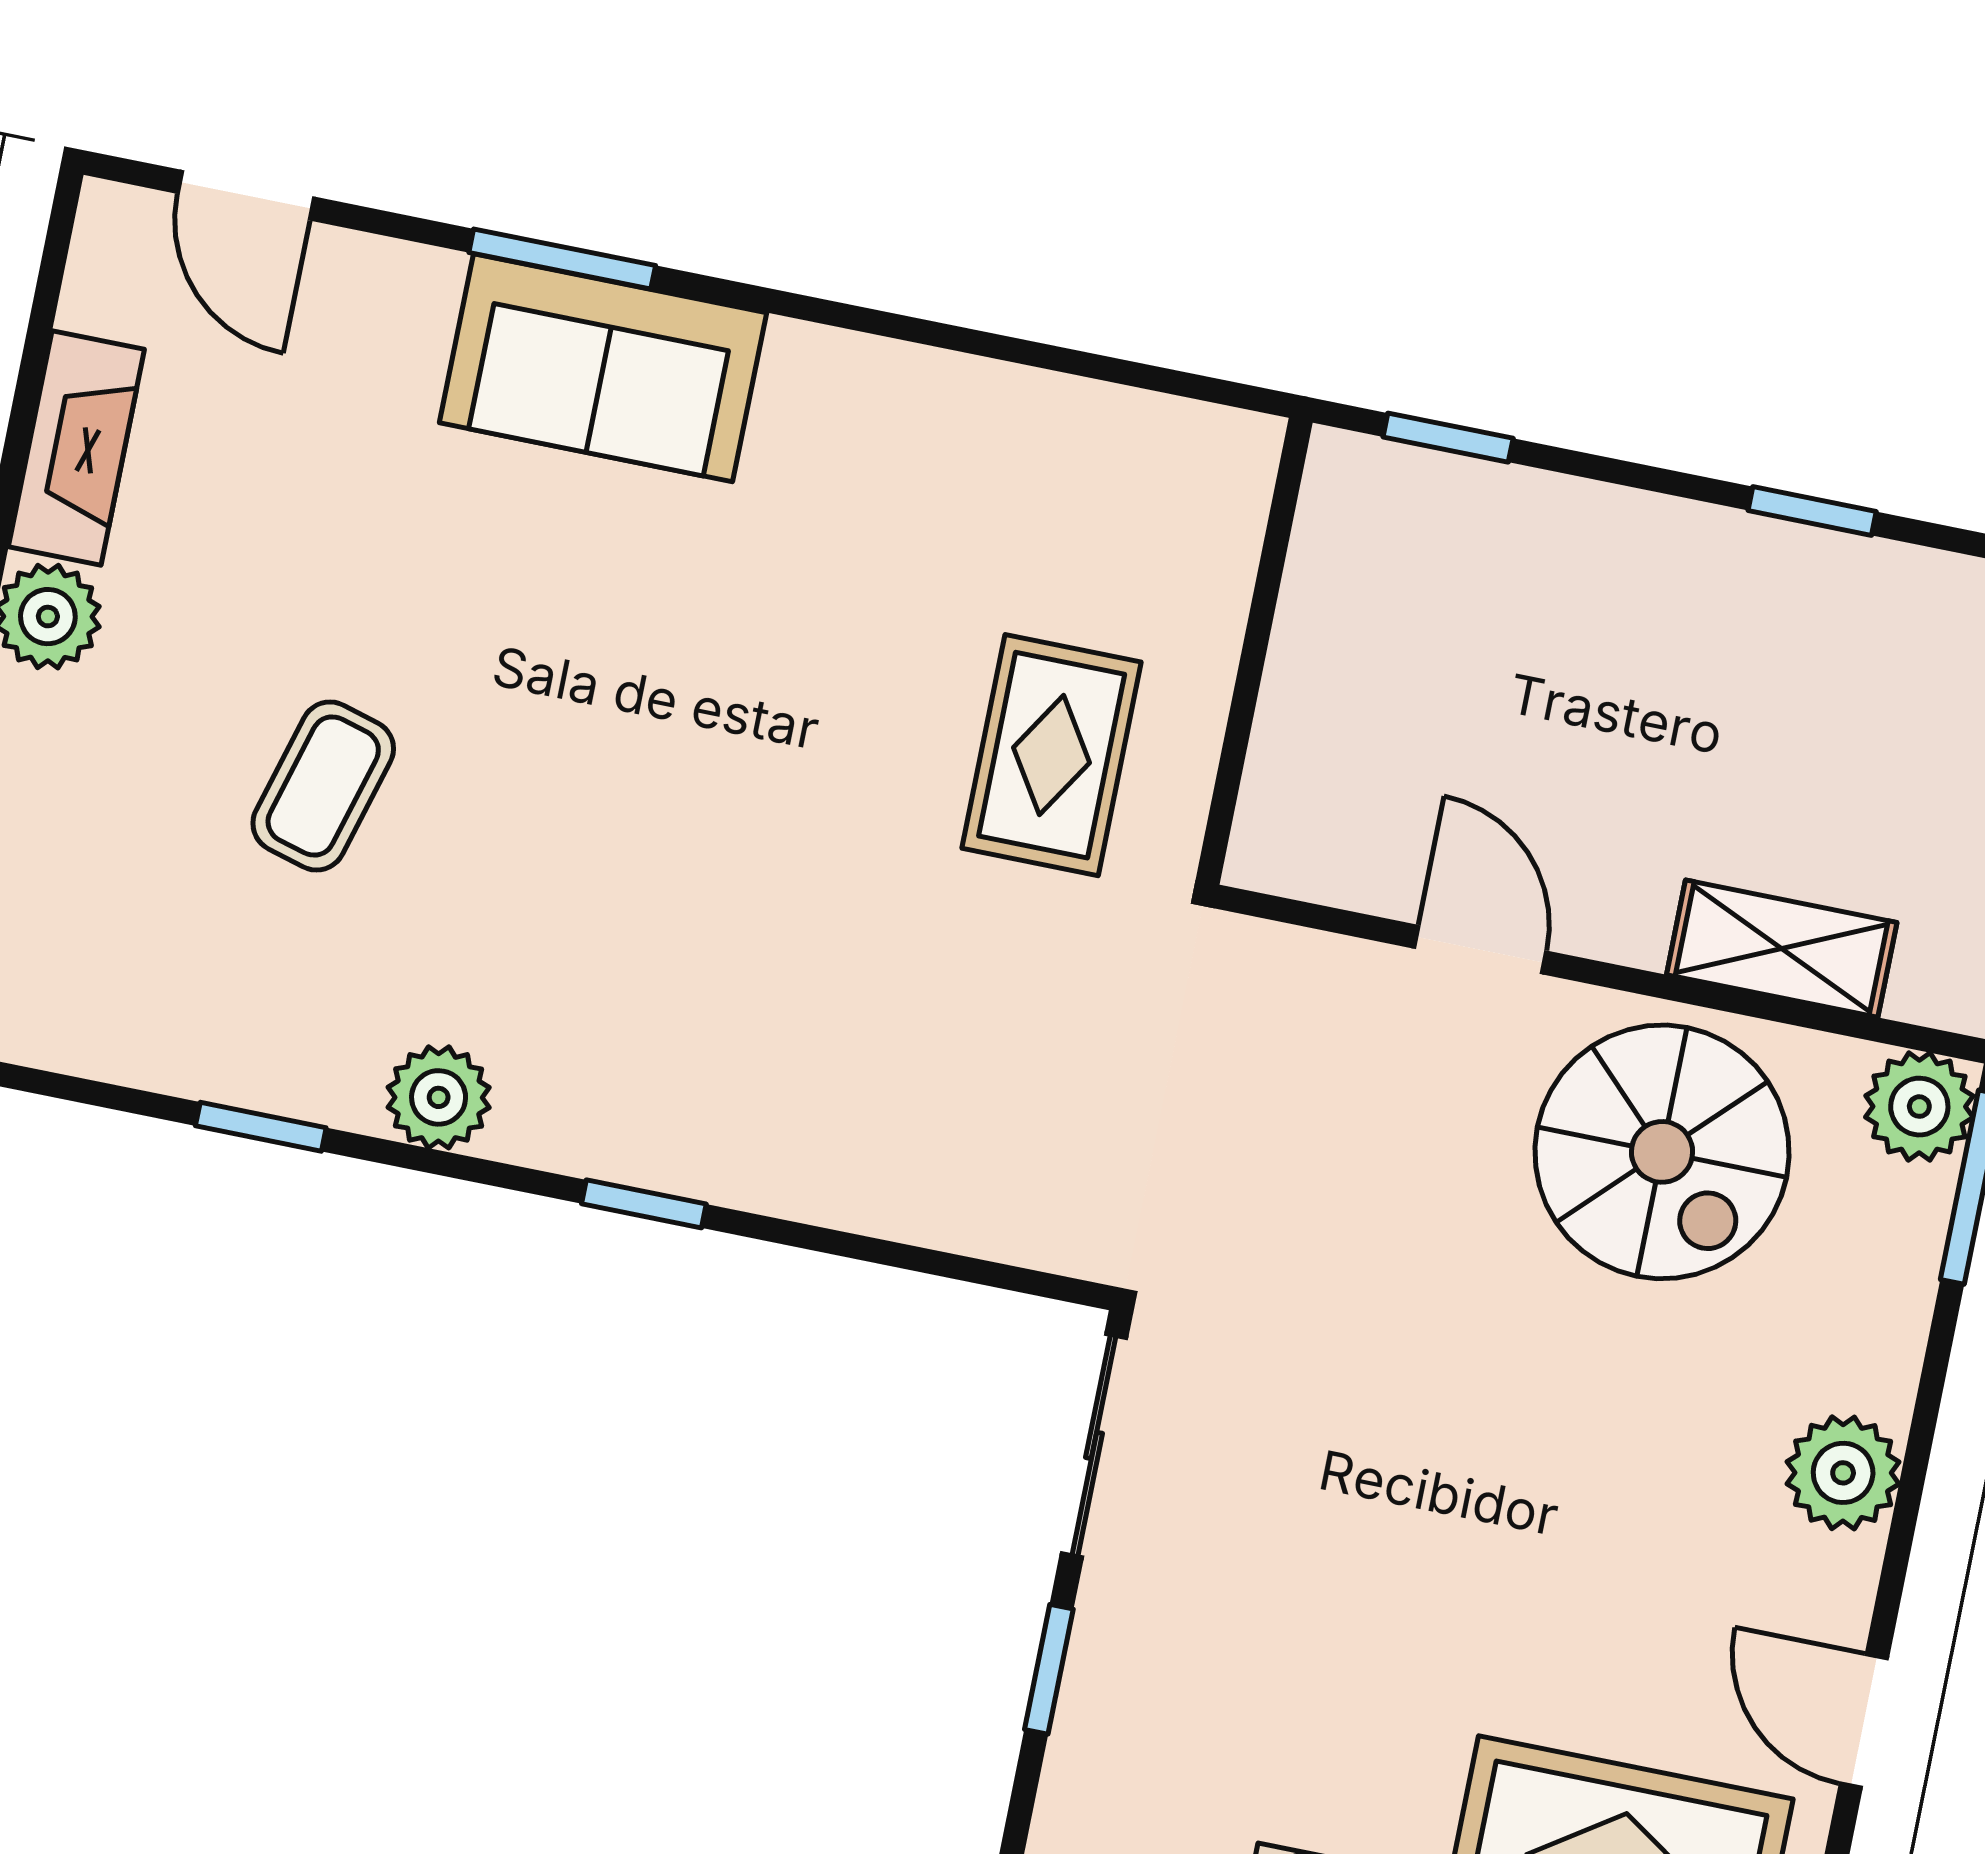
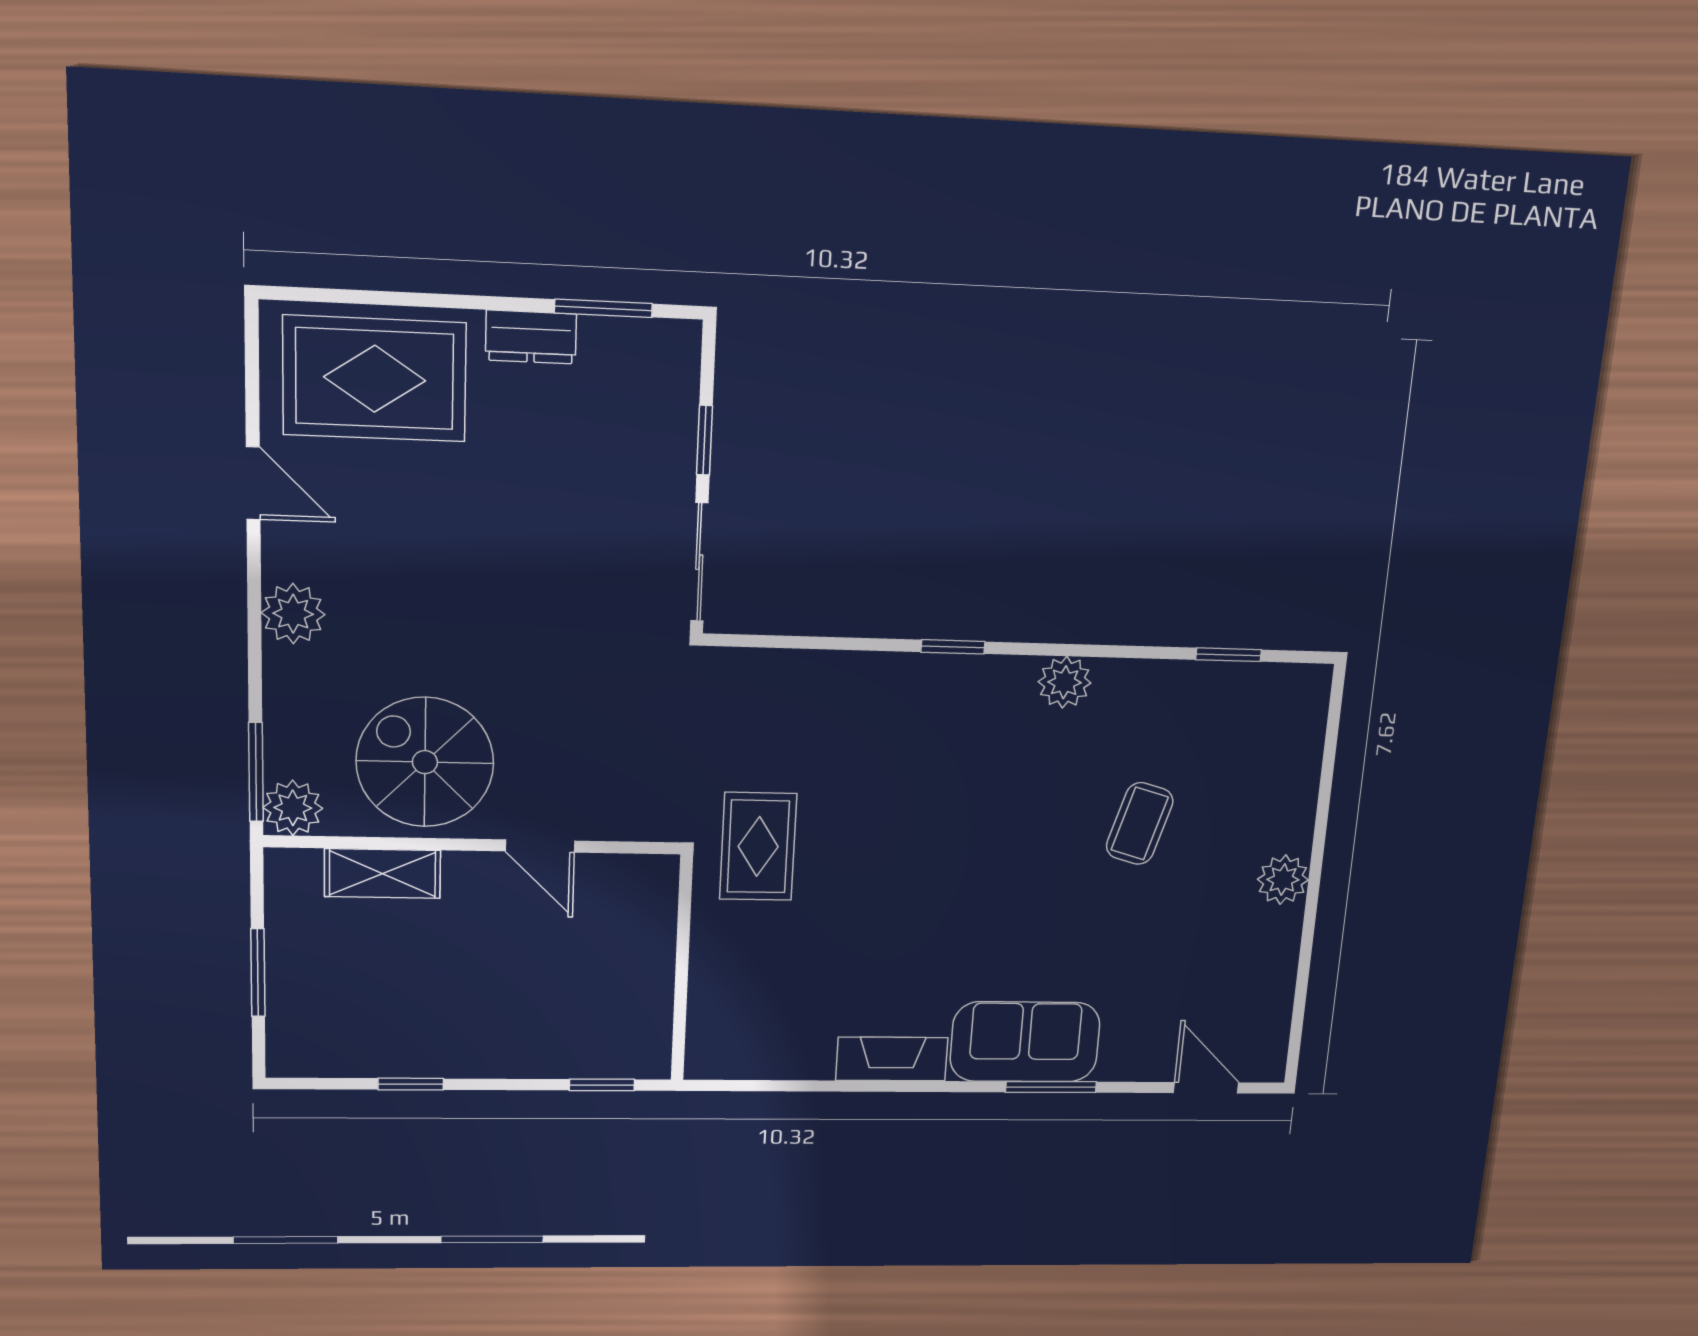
fireplace: (76, 448) -> (892, 1059), moved, turned 90
rug: (1052, 755) -> (758, 847), moved
window: (261, 1127) -> (1229, 655), moved

